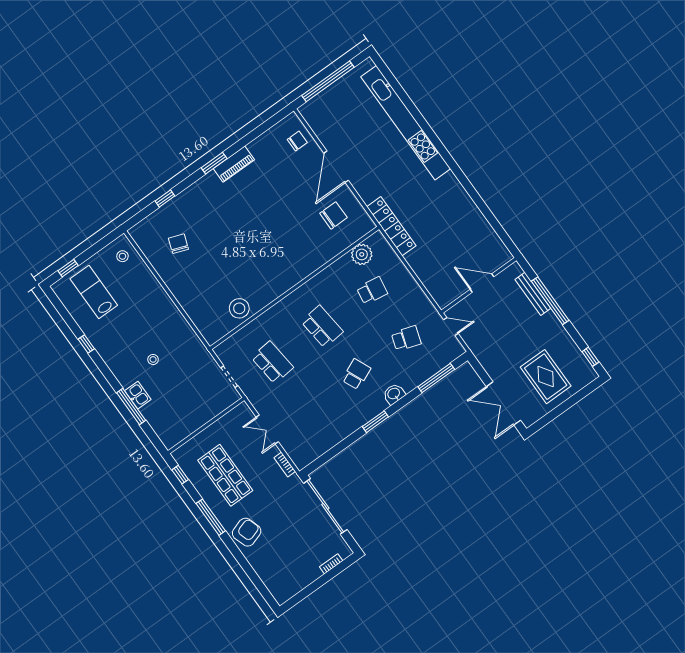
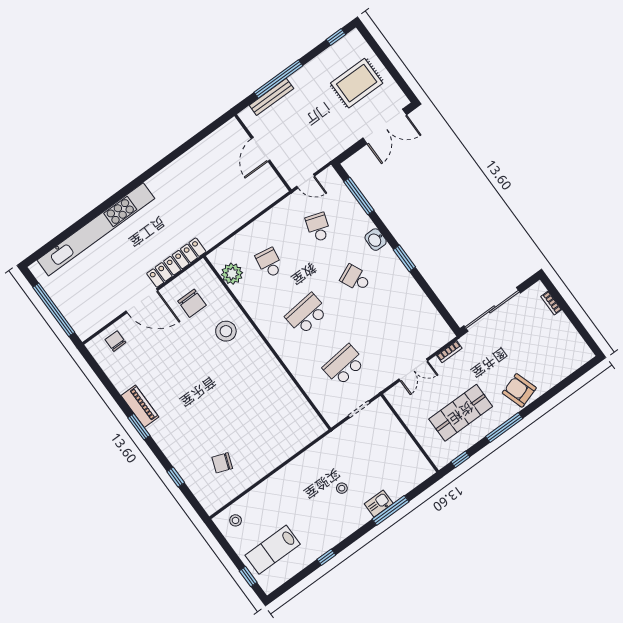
chair: (333, 215) -> (192, 303), turned 180
locker: (391, 226) -> (176, 263), moved
stool: (239, 308) -> (226, 331), moved
door: (451, 326) -> (306, 181), swing flipped

